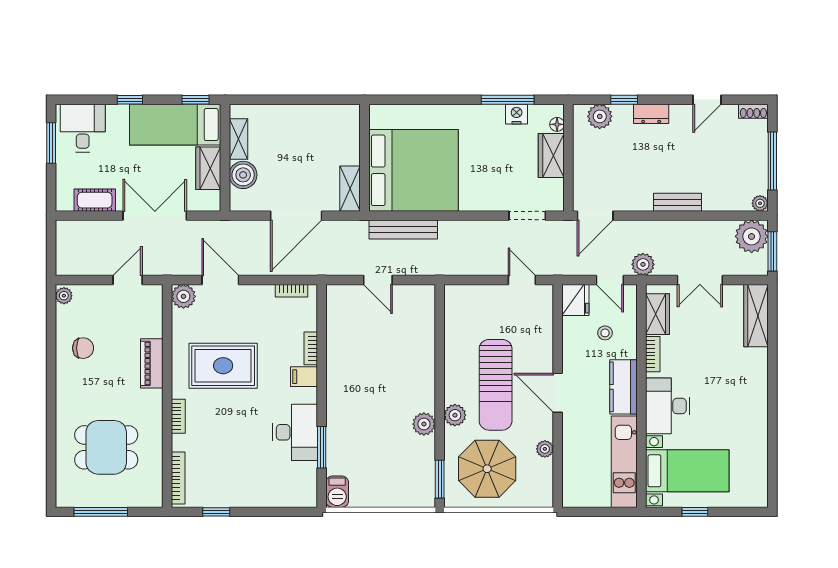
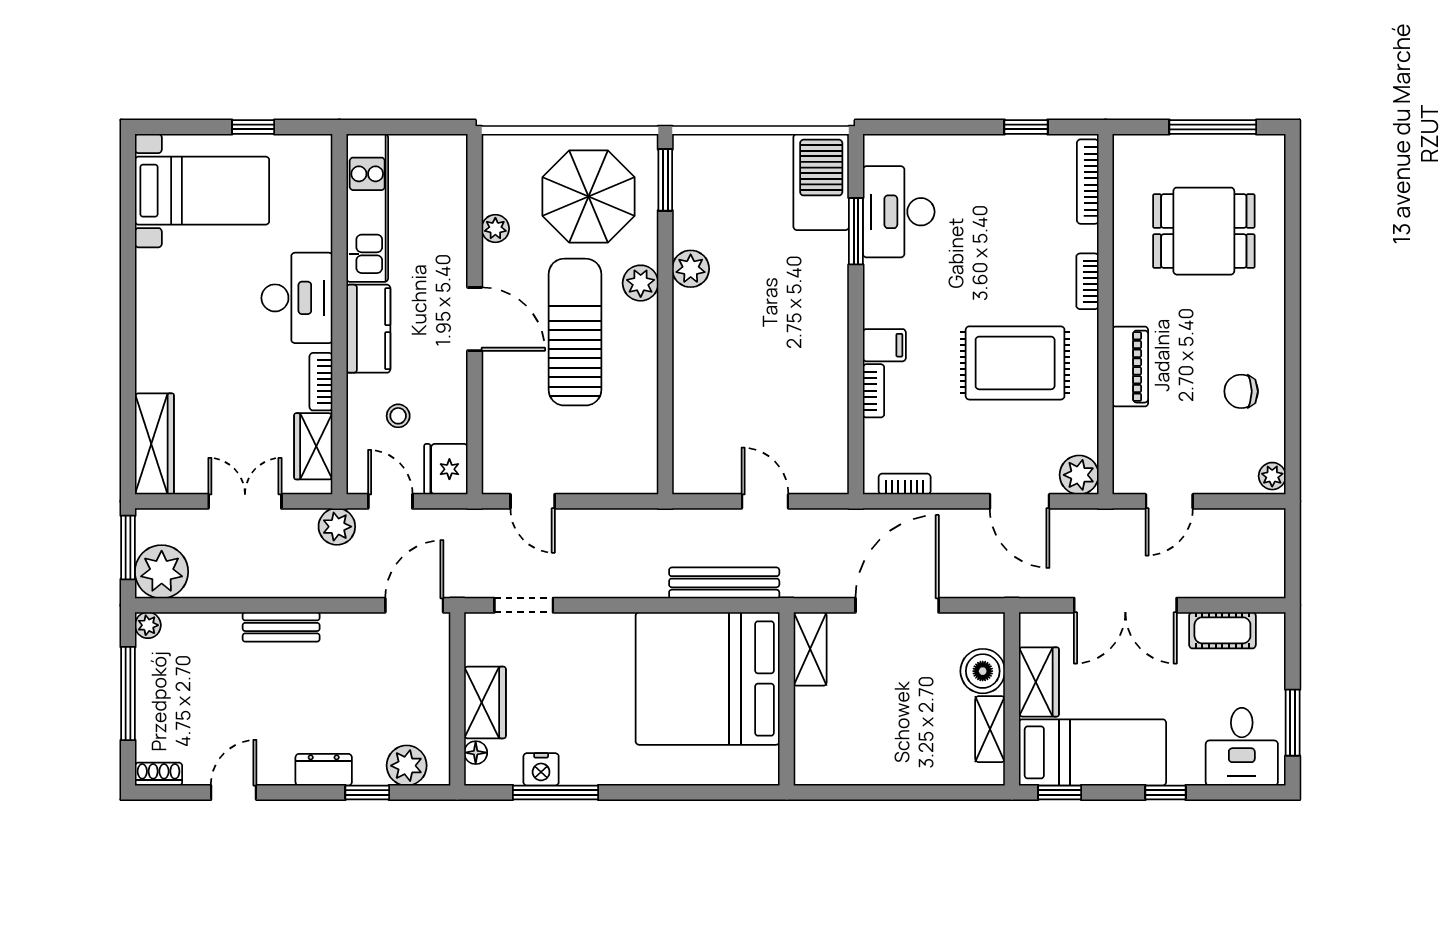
desk: (295, 432) -> (899, 212), moved
bed with nightstands: (687, 471) -> (202, 191), moved, turned 180
barbecue: (337, 492) -> (821, 182), width x1.88, depth x1.53

